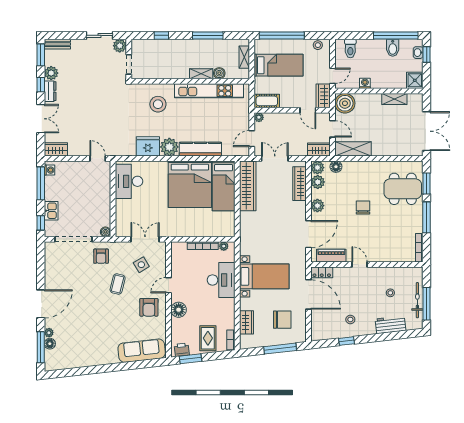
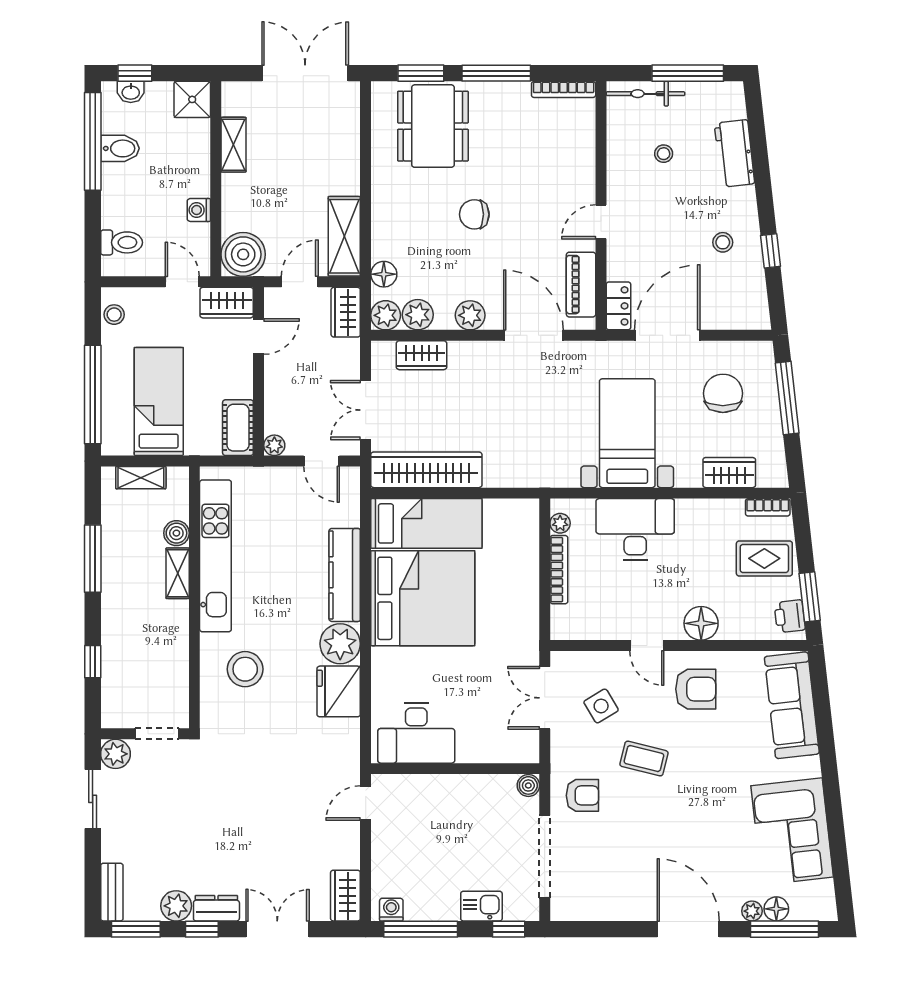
wardrobe: (299, 184) -> (422, 355), width x0.67
bicycle: (417, 300) -> (645, 94), moved
corner sofa: (85, 351) -> (792, 831), added

